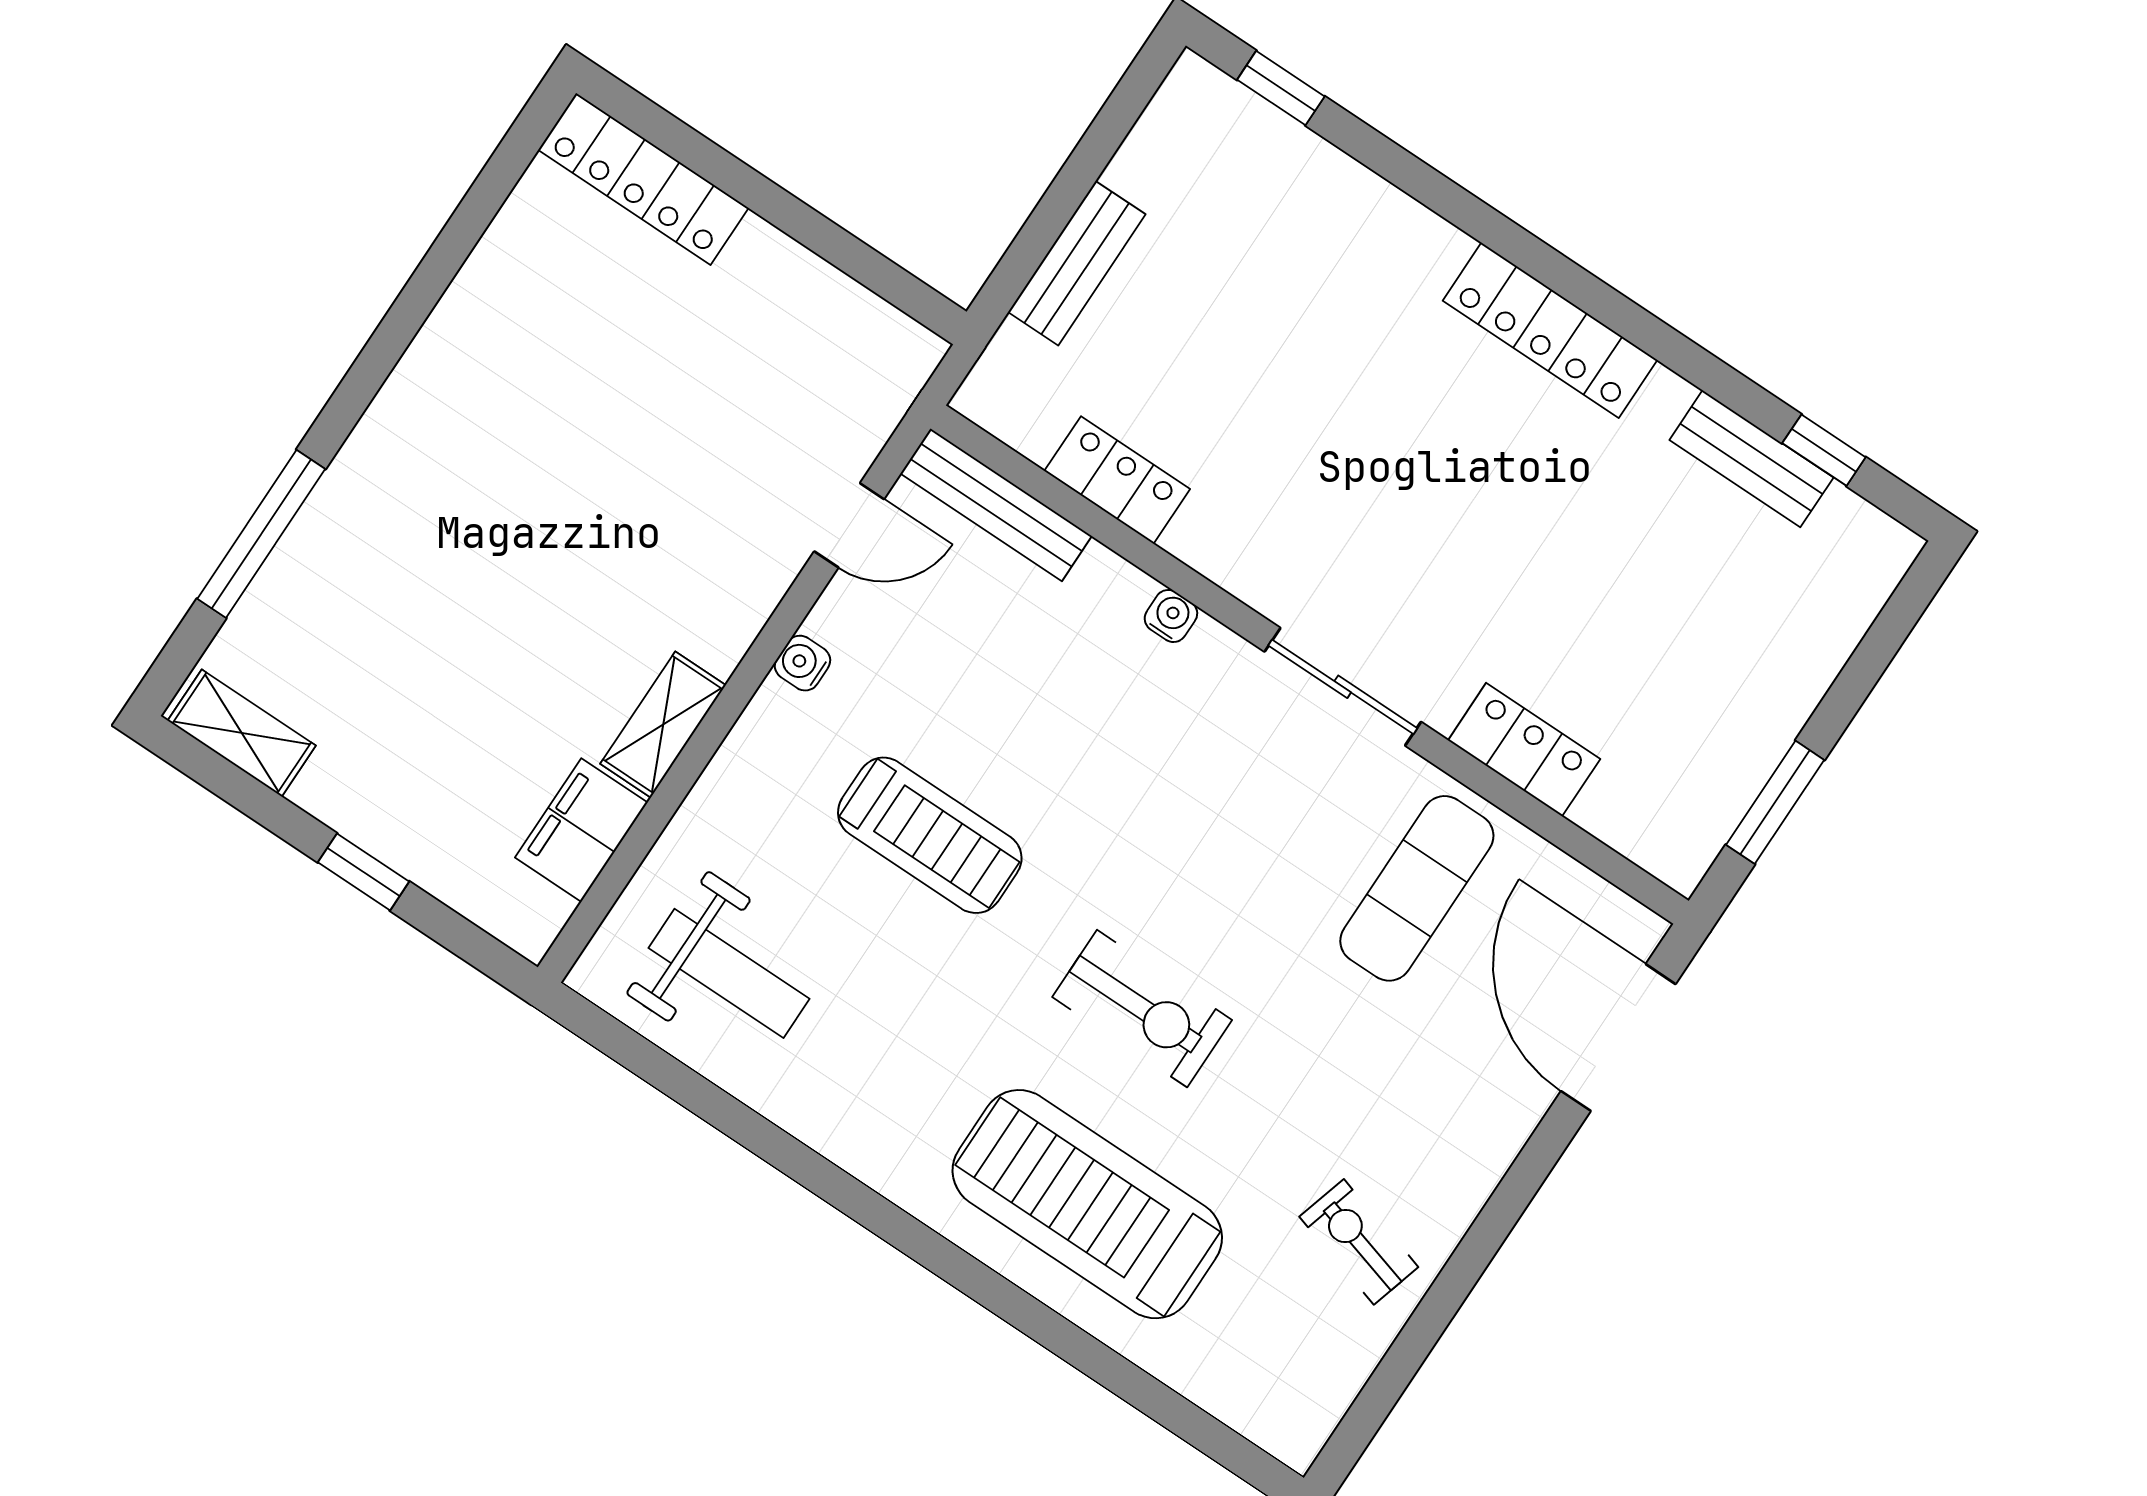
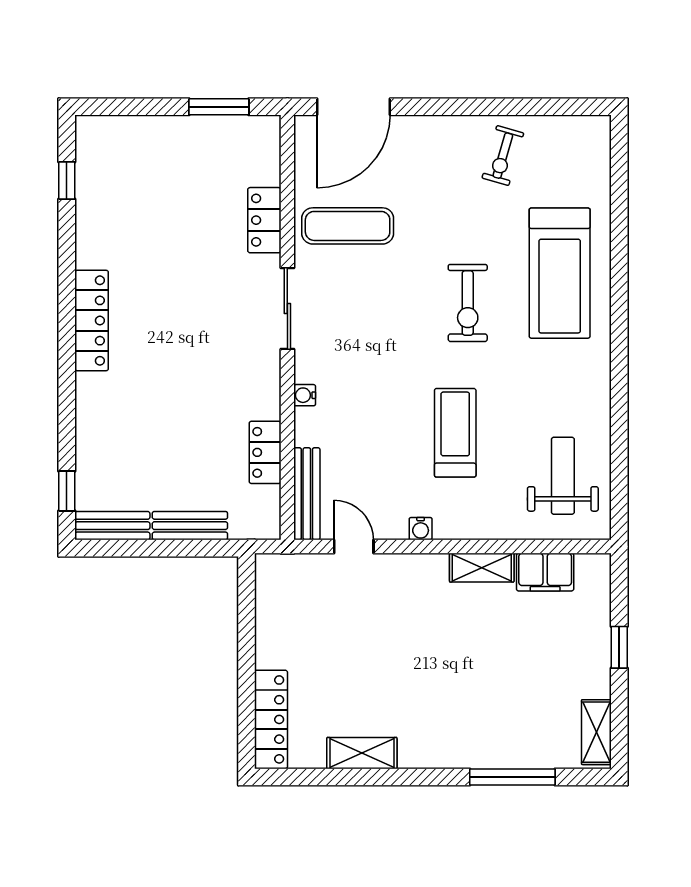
shelving: (478, 299) -> (362, 753), added
bench: (1751, 459) -> (112, 526), moved, turned 90
exercise bike: (1142, 1009) -> (468, 303), turned 180

